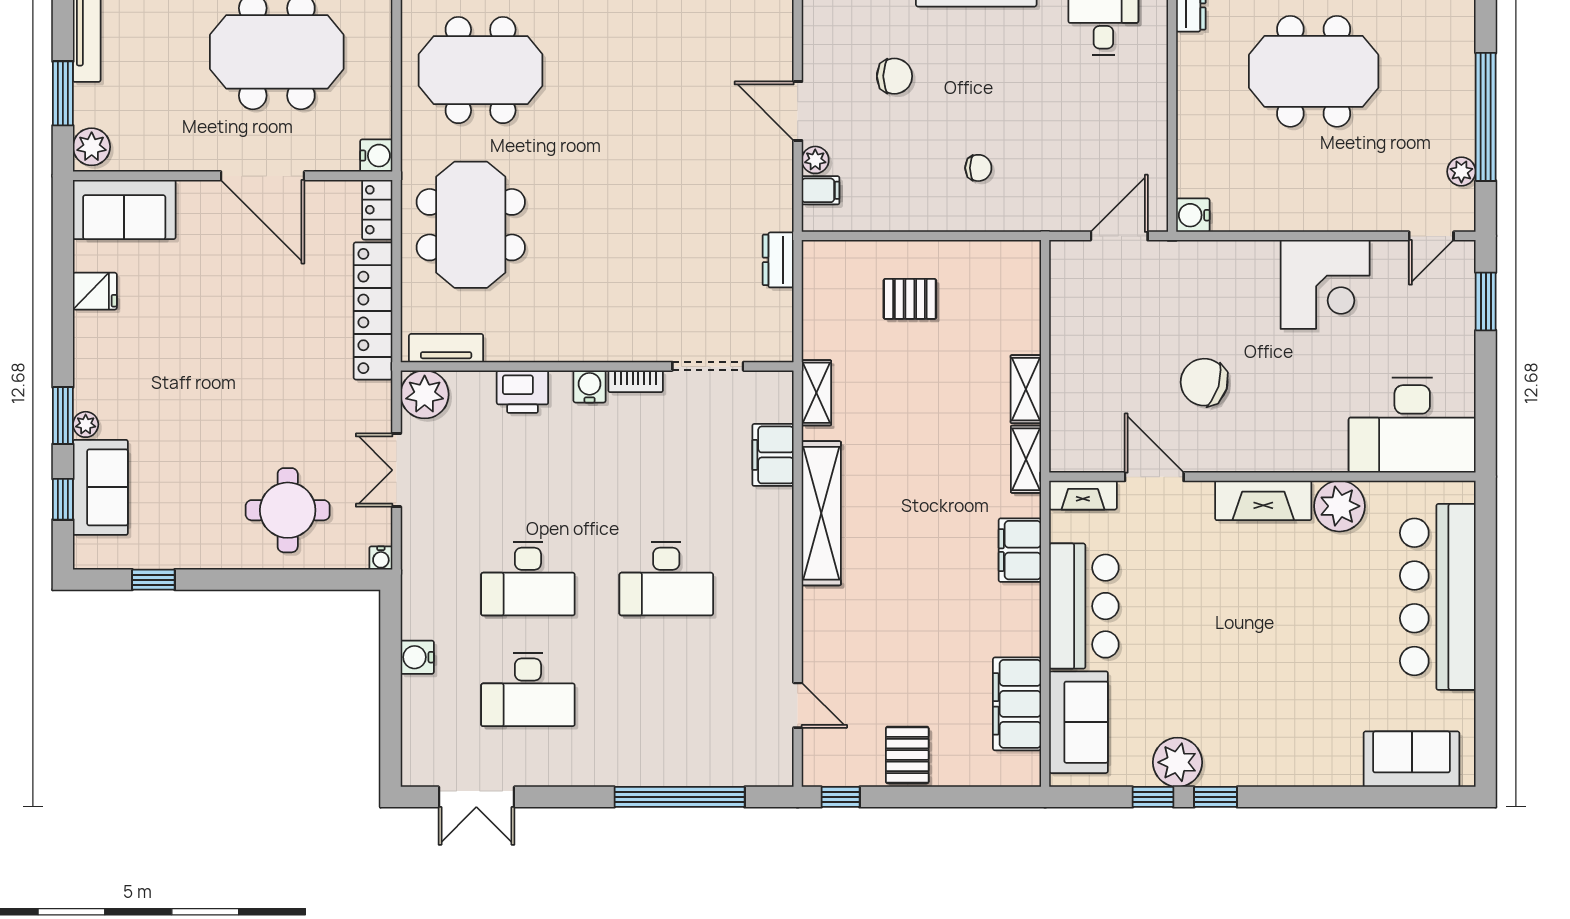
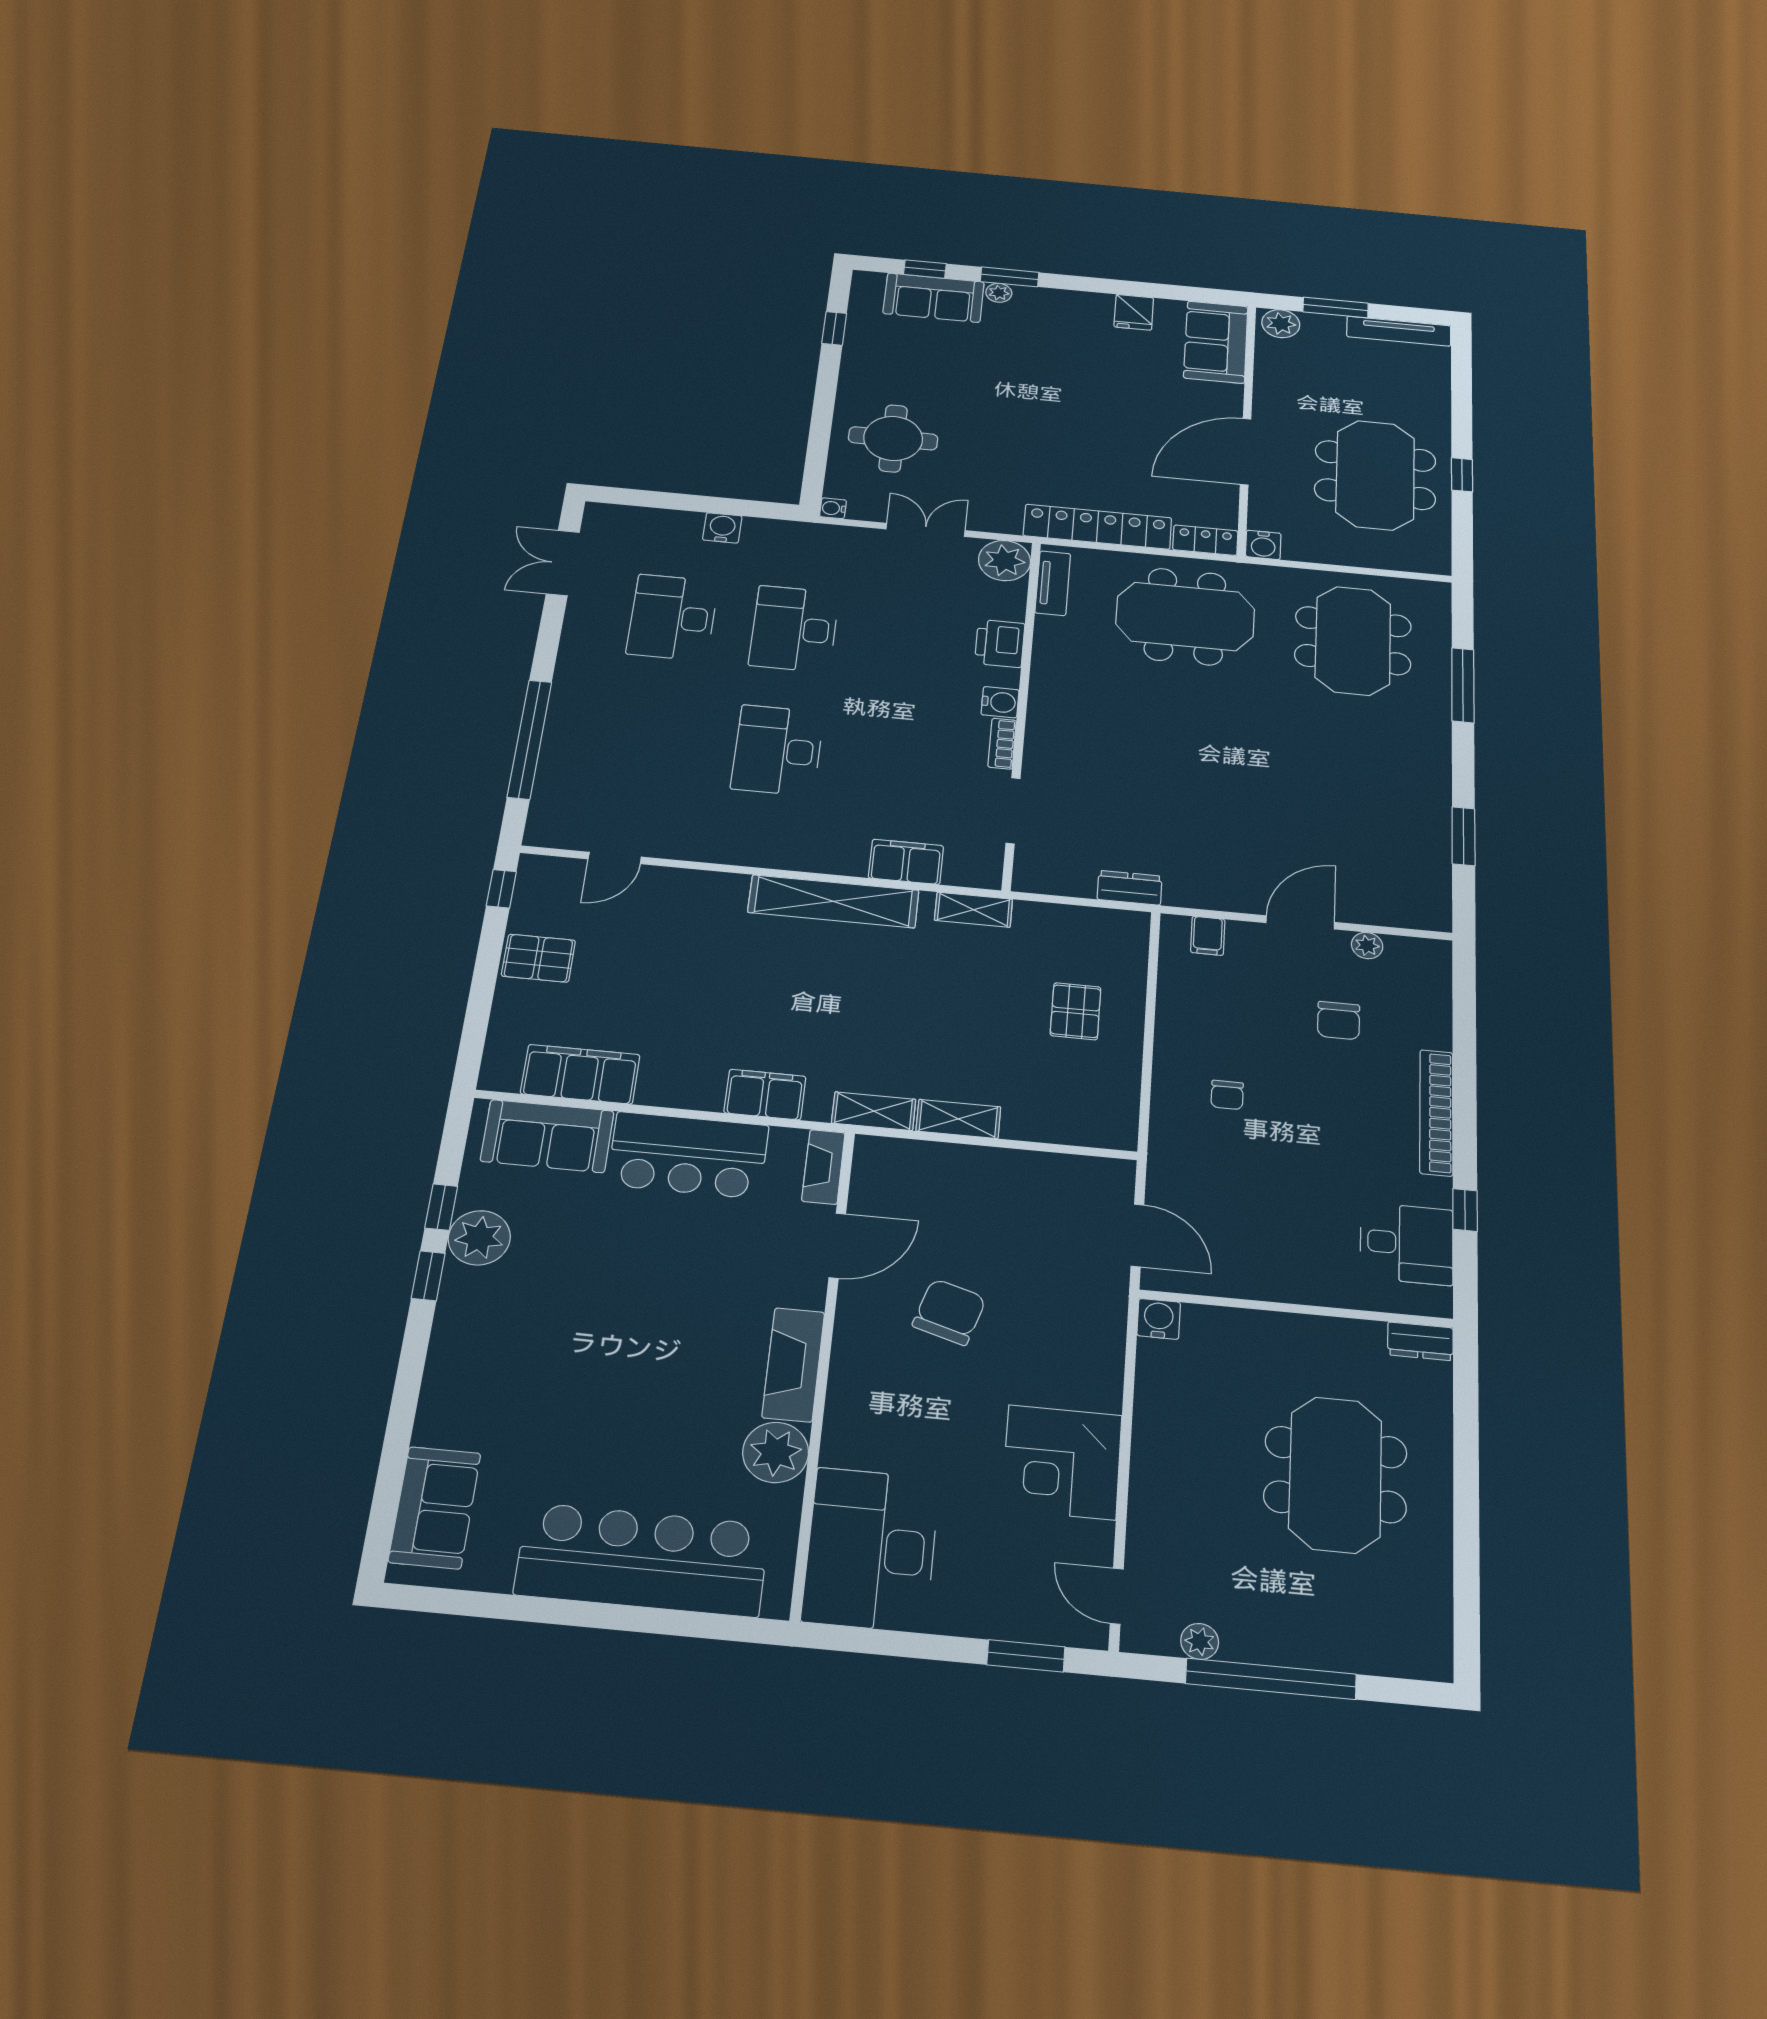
plant: (815, 160) -> (1367, 946), moved

